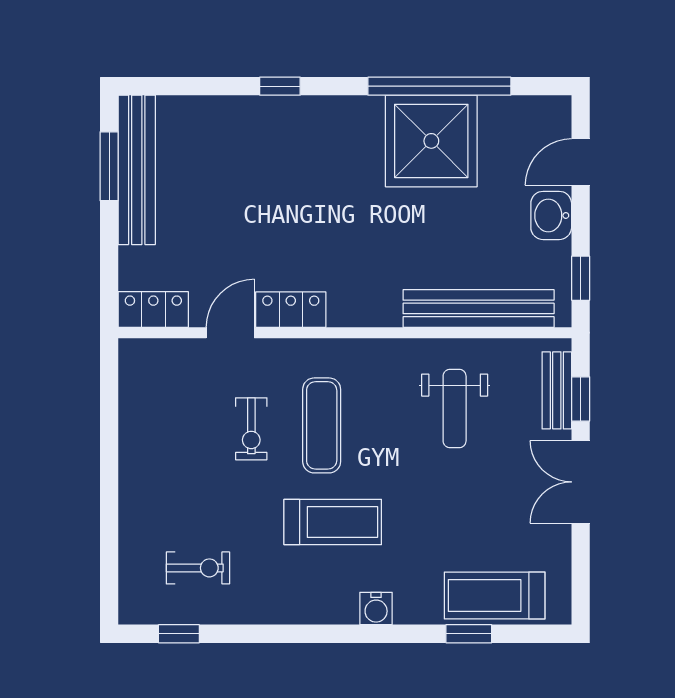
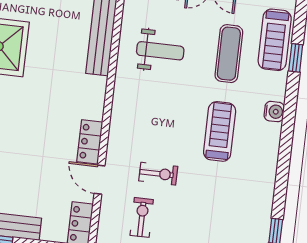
exercise mat: (322, 425) -> (229, 54), moved, turned 90
exercise bike: (198, 568) -> (142, 217), moved

